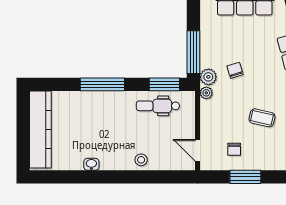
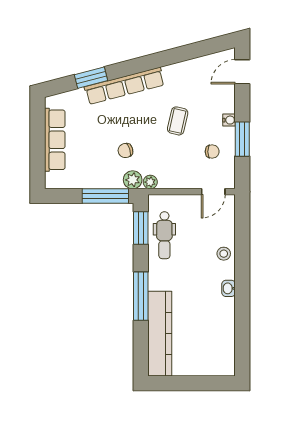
kitchen counter: (40, 130) -> (160, 334), moved, turned 90
washbasin: (91, 164) -> (229, 288), moved
water cooler: (263, 165) -> (229, 120), added

